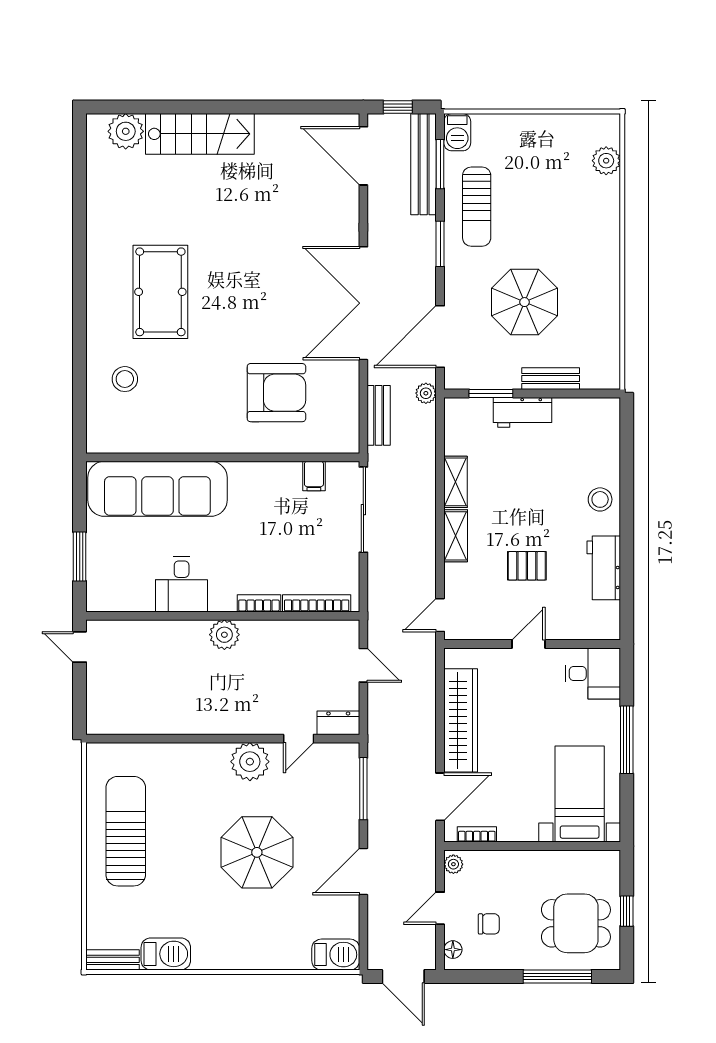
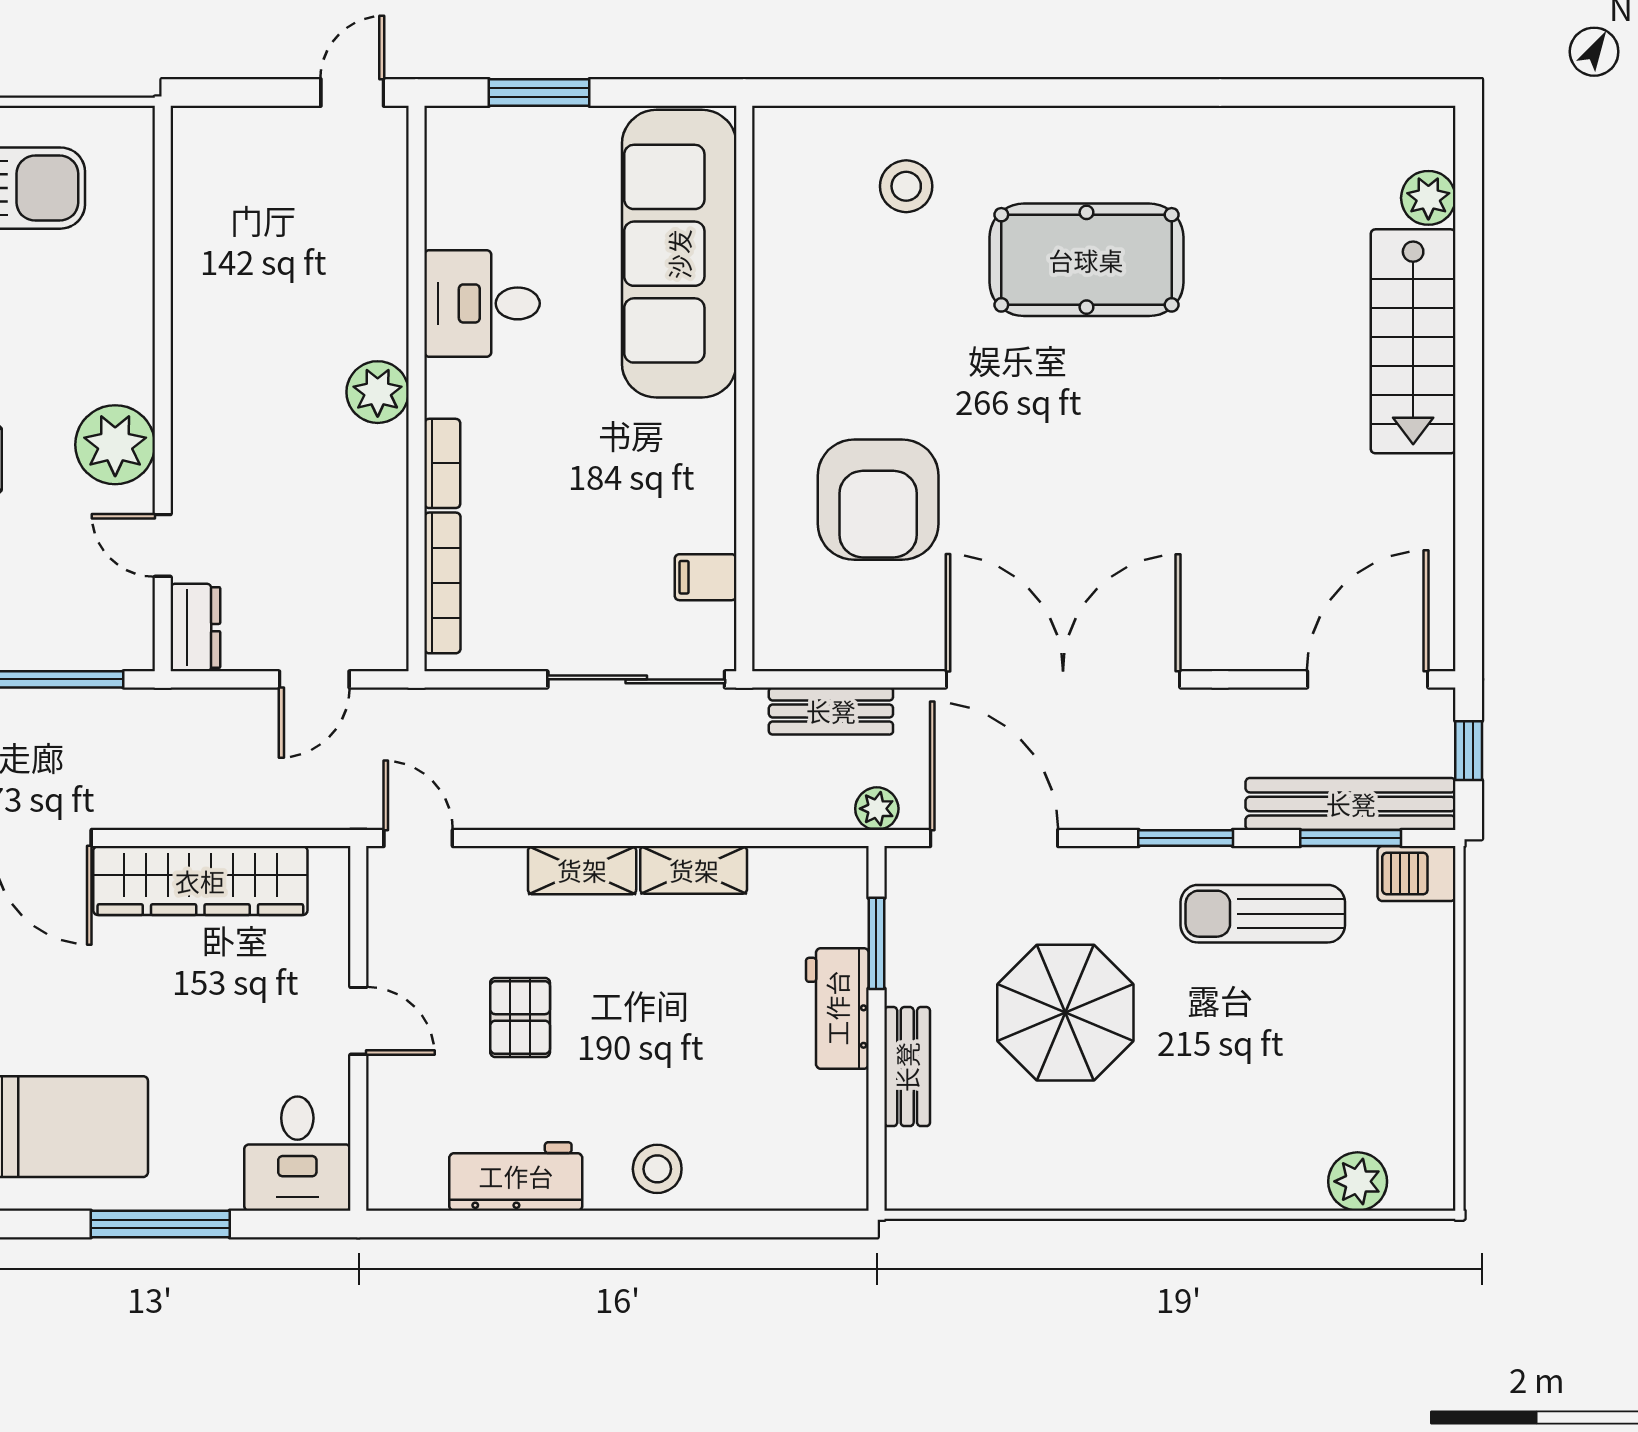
plant: (126, 131) -> (1428, 198), width x0.73, depth x0.73

